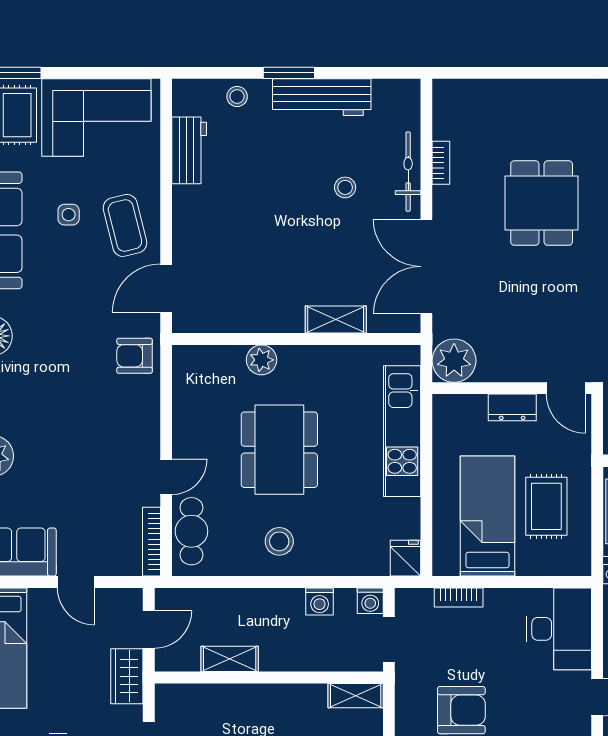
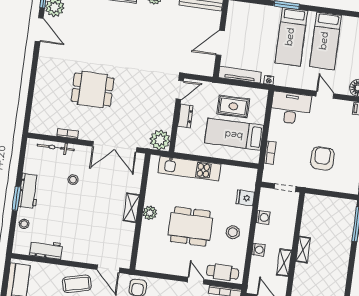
workbench: (322, 97) -> (29, 191), width x0.73
bicycle: (408, 172) -> (56, 148), moved
shelving: (336, 320) -> (131, 208), moved
plant: (261, 360) -> (150, 213), moved
fridge: (405, 558) -> (245, 198), moved
washing machine: (370, 601) -> (258, 250), moved
shelving: (356, 696) -> (303, 250), moved

